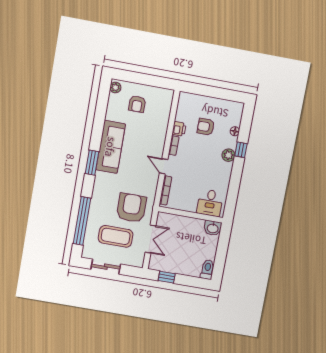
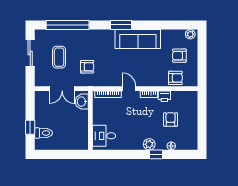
armchair: (161, 113) -> (175, 78), added
door: (164, 166) -> (129, 89), hinge flipped
armchair: (131, 208) -> (87, 67), width x0.53, depth x0.53
washbasin: (213, 228) -> (82, 102), moved
coffee table: (116, 236) -> (59, 57), width x0.73, depth x0.76
toilet: (207, 269) -> (43, 133), moved
window: (167, 277) -> (30, 127), moved

